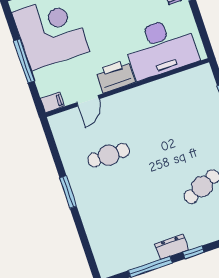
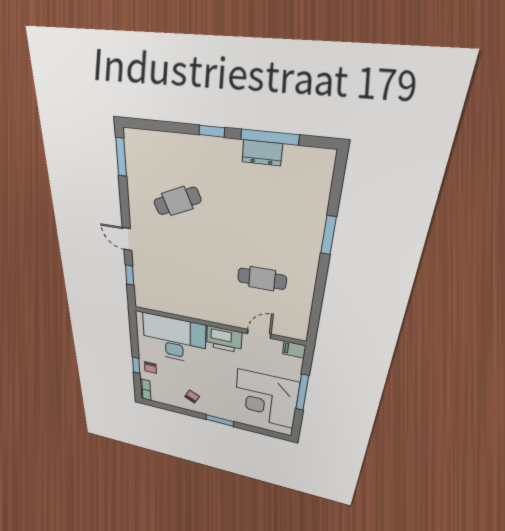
window: (68, 192) -> (328, 235), moved
dresser: (172, 247) -> (262, 153), moved

